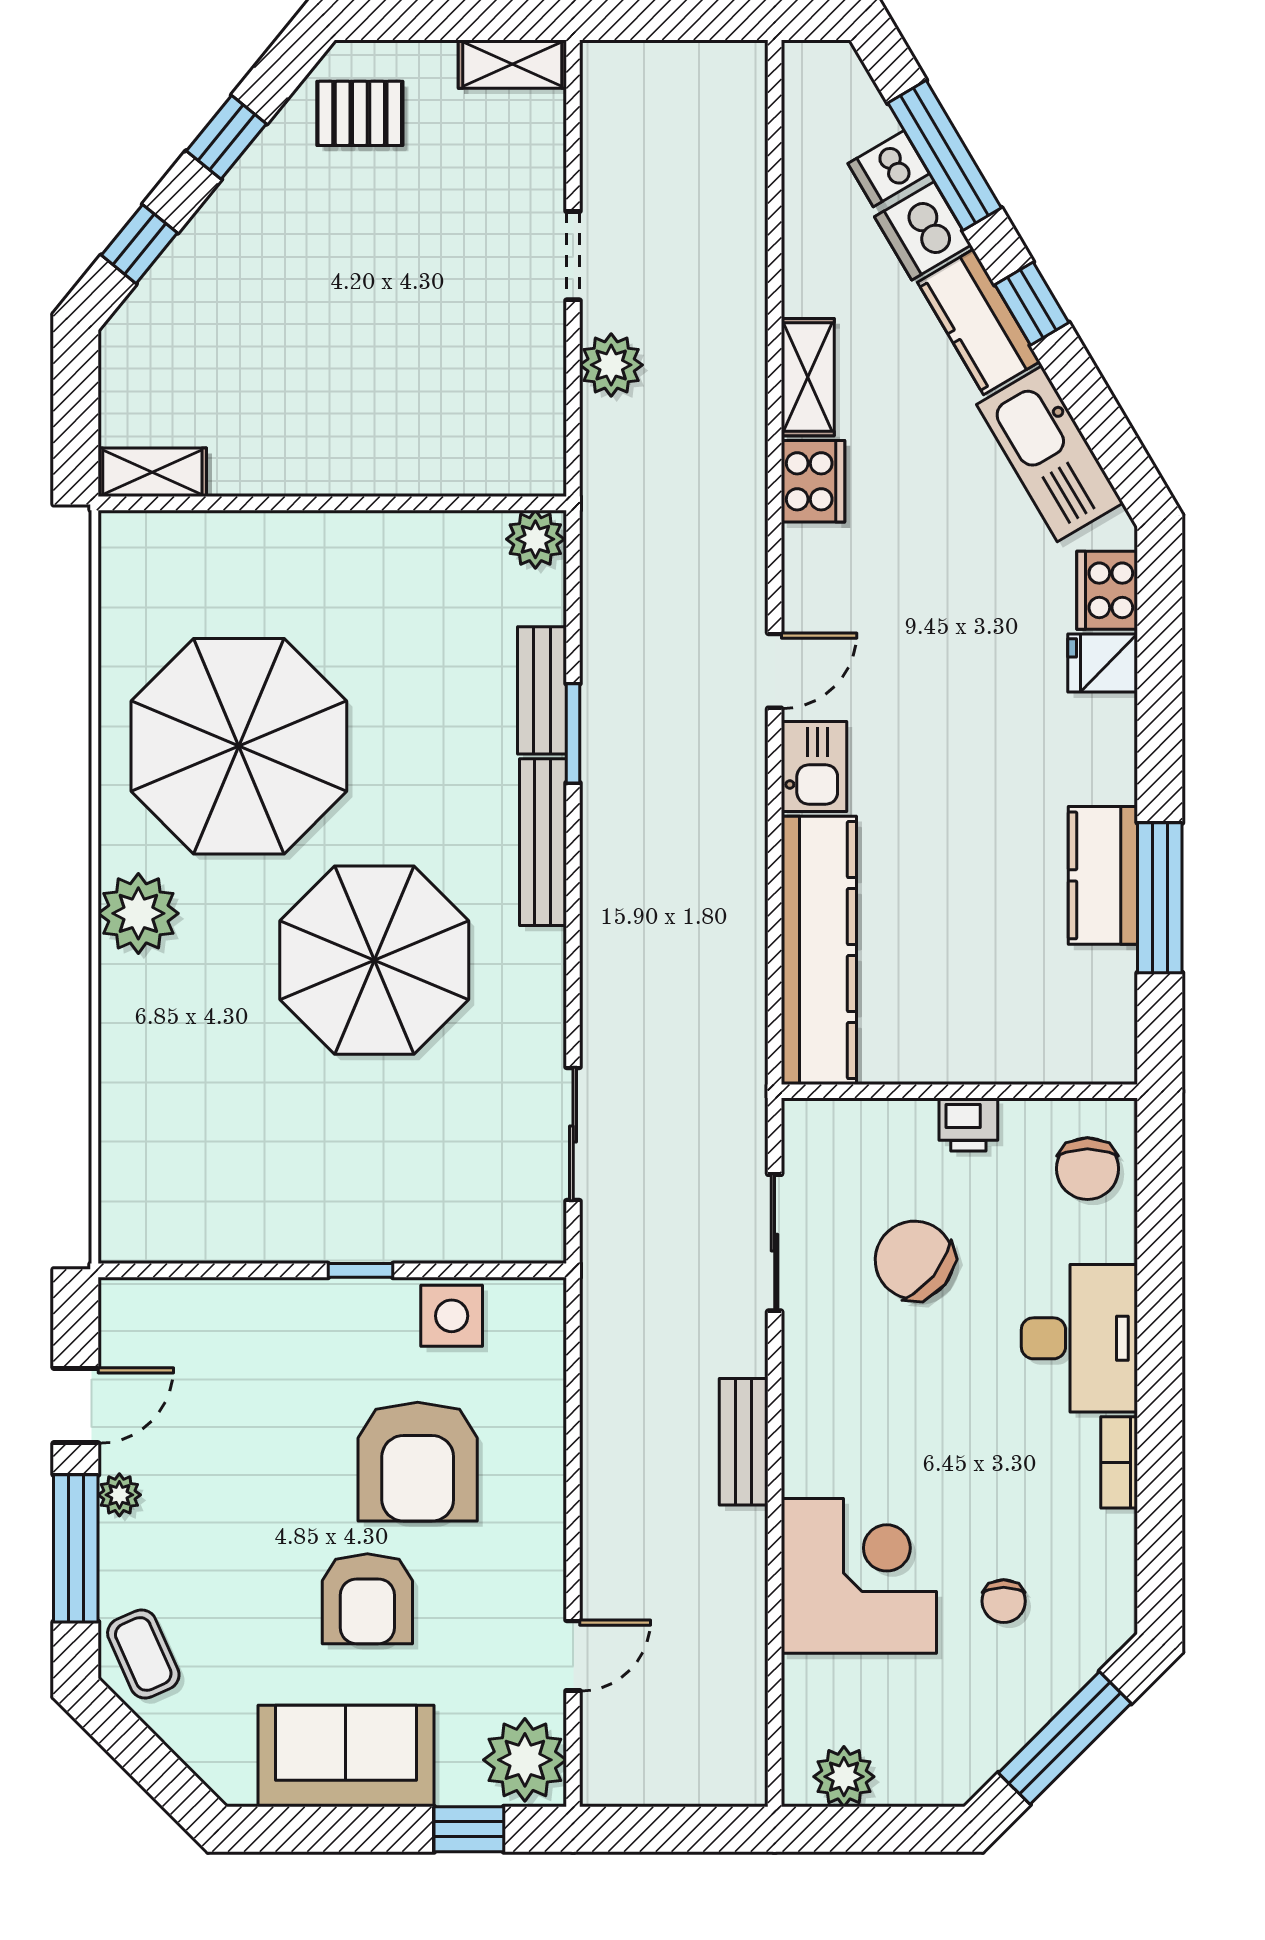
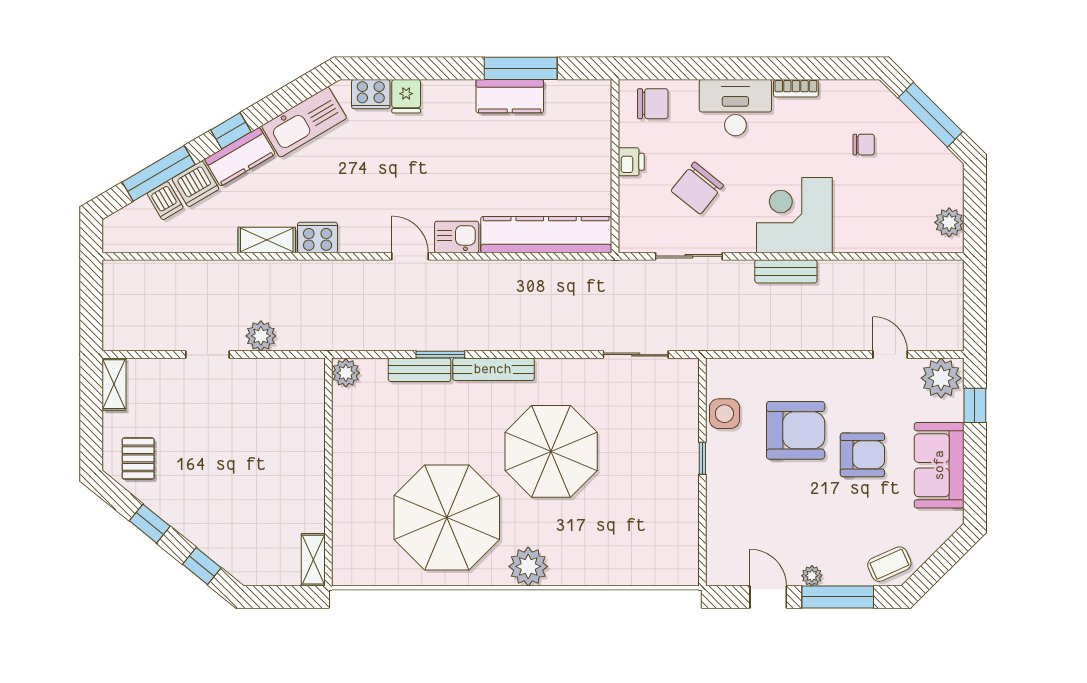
corner desk: (859, 1576) -> (794, 215), moved

